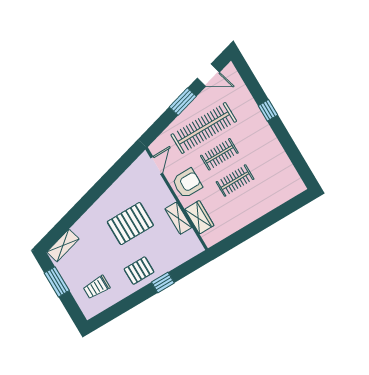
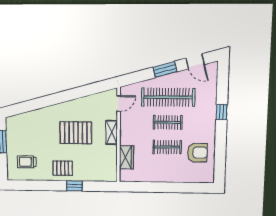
armchair: (187, 183) -> (197, 153), moved
shelving: (178, 218) -> (112, 132), moved
shelving: (63, 245) -> (20, 120), removed

